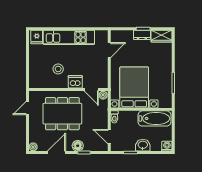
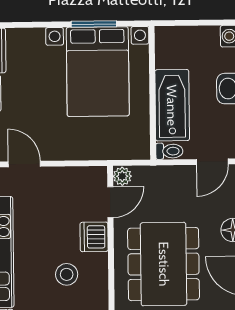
bed with nightstands: (134, 88) -> (98, 72), moved, turned -90
bathtub: (154, 118) -> (172, 105), moved

